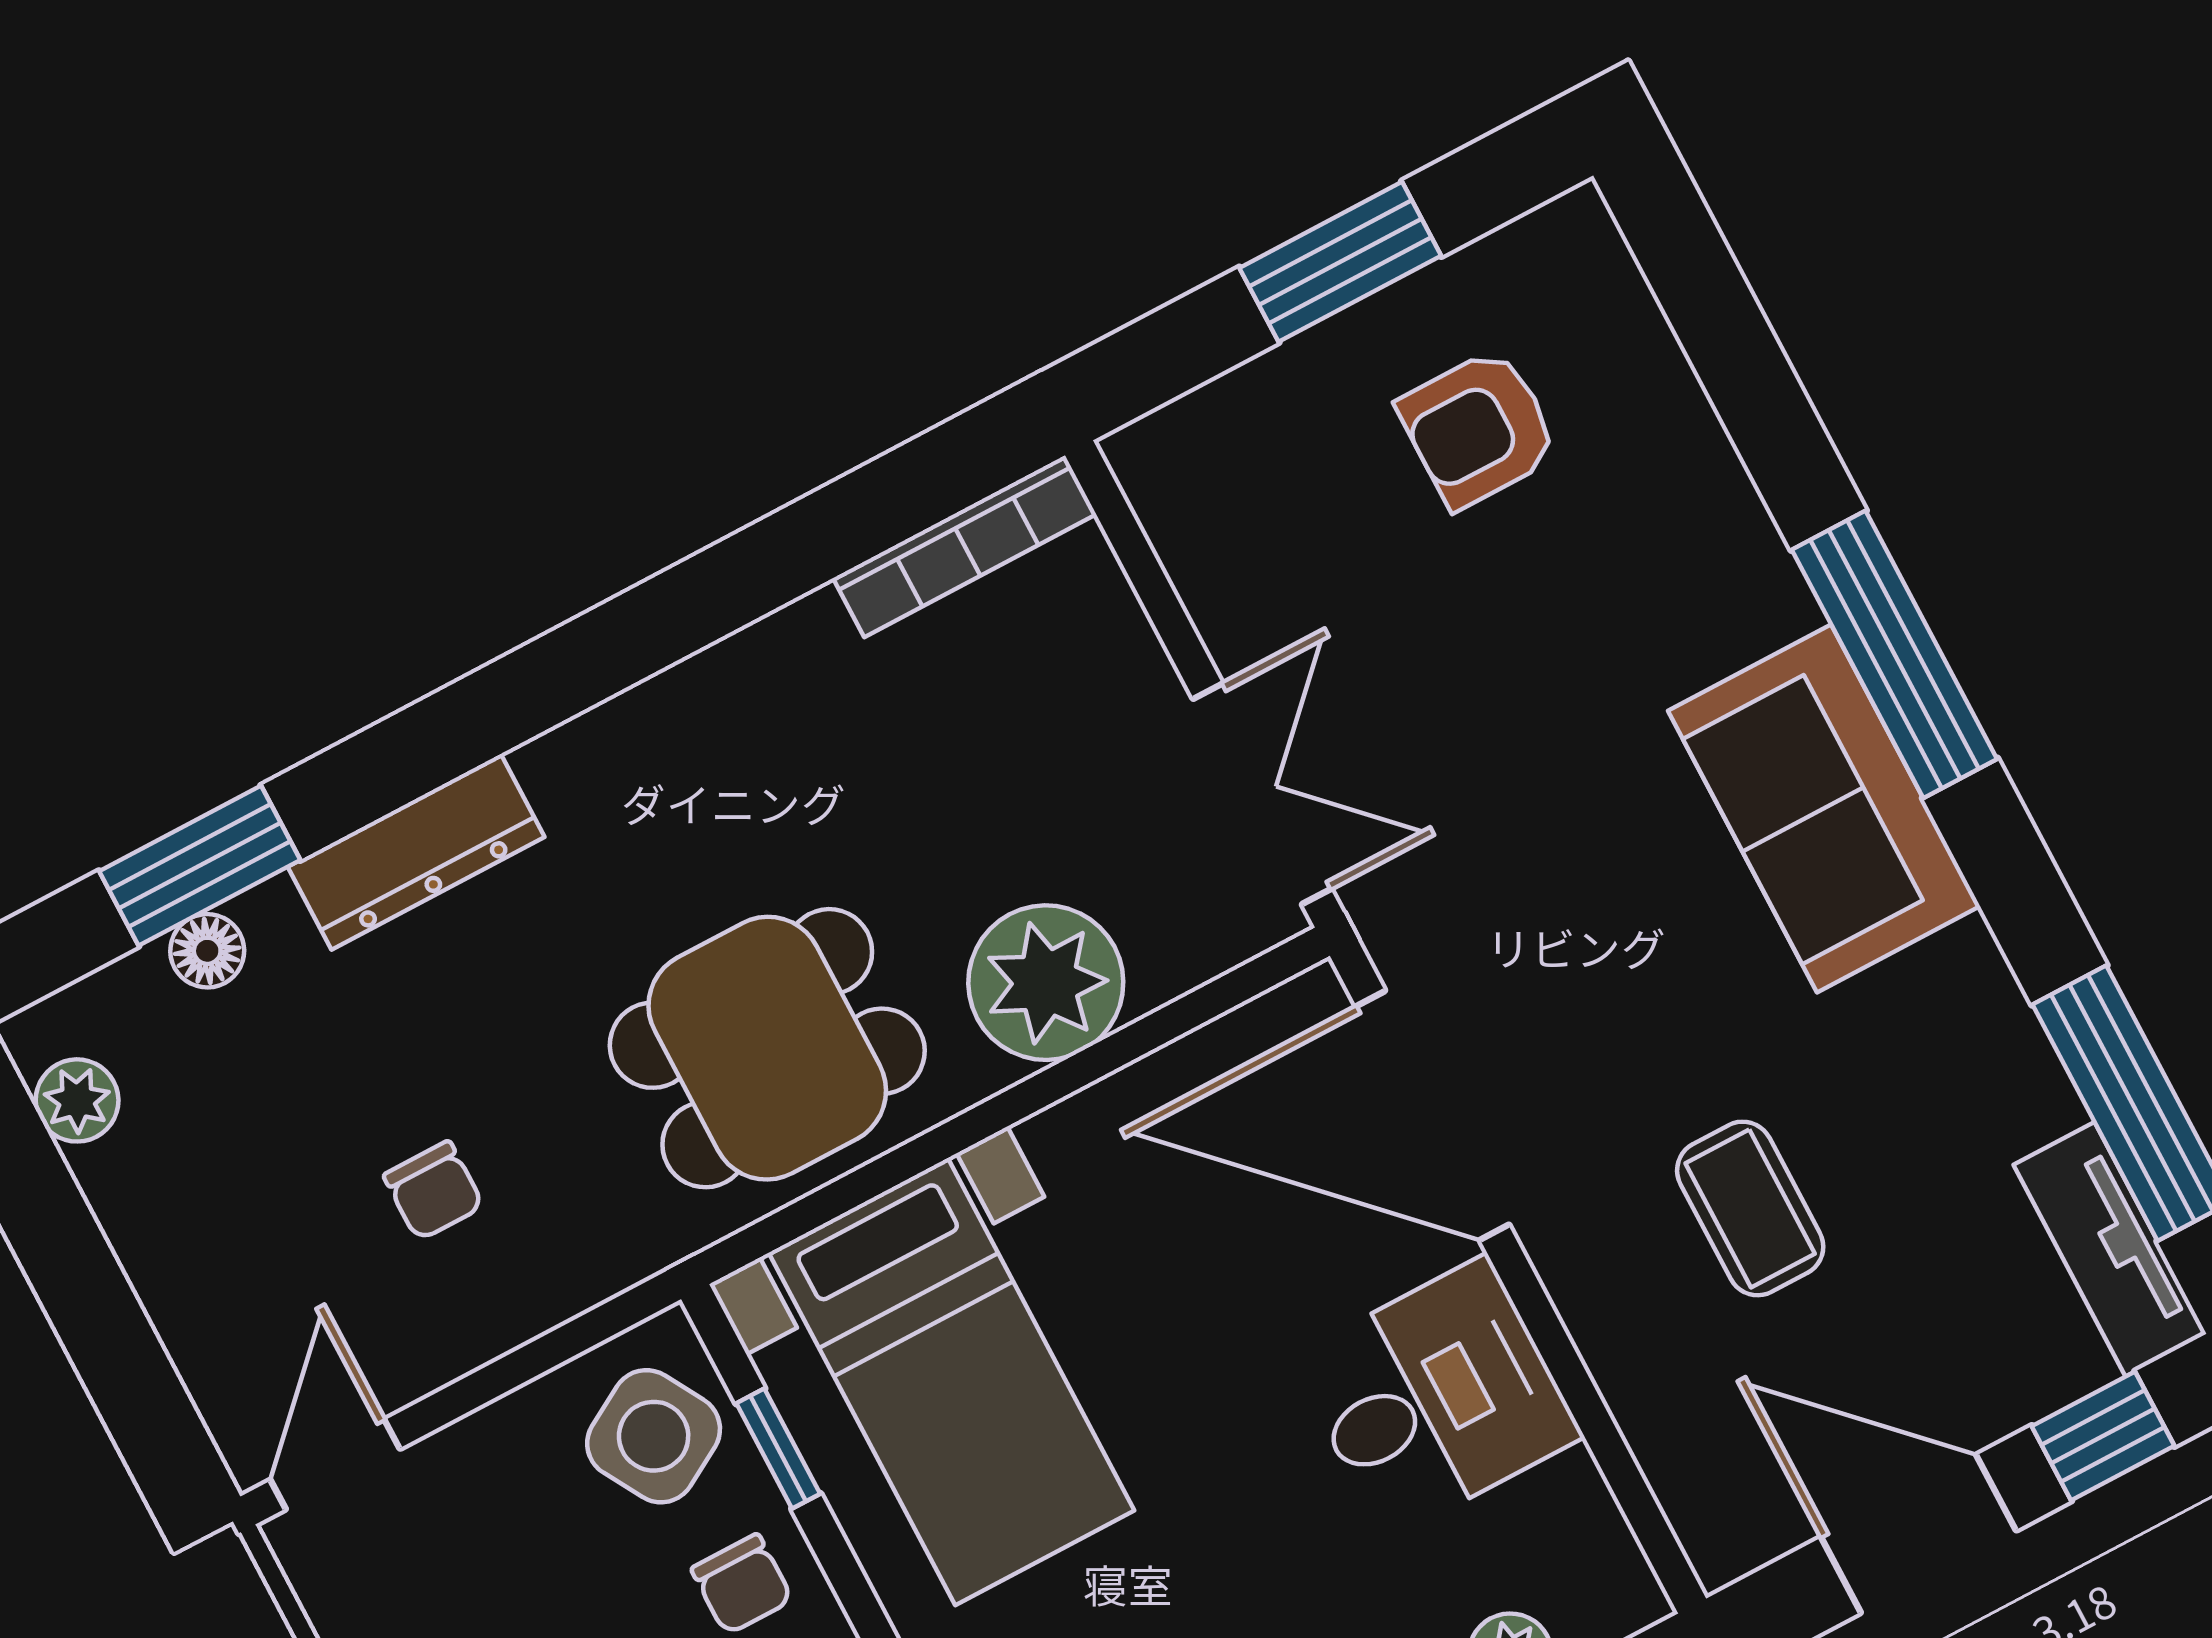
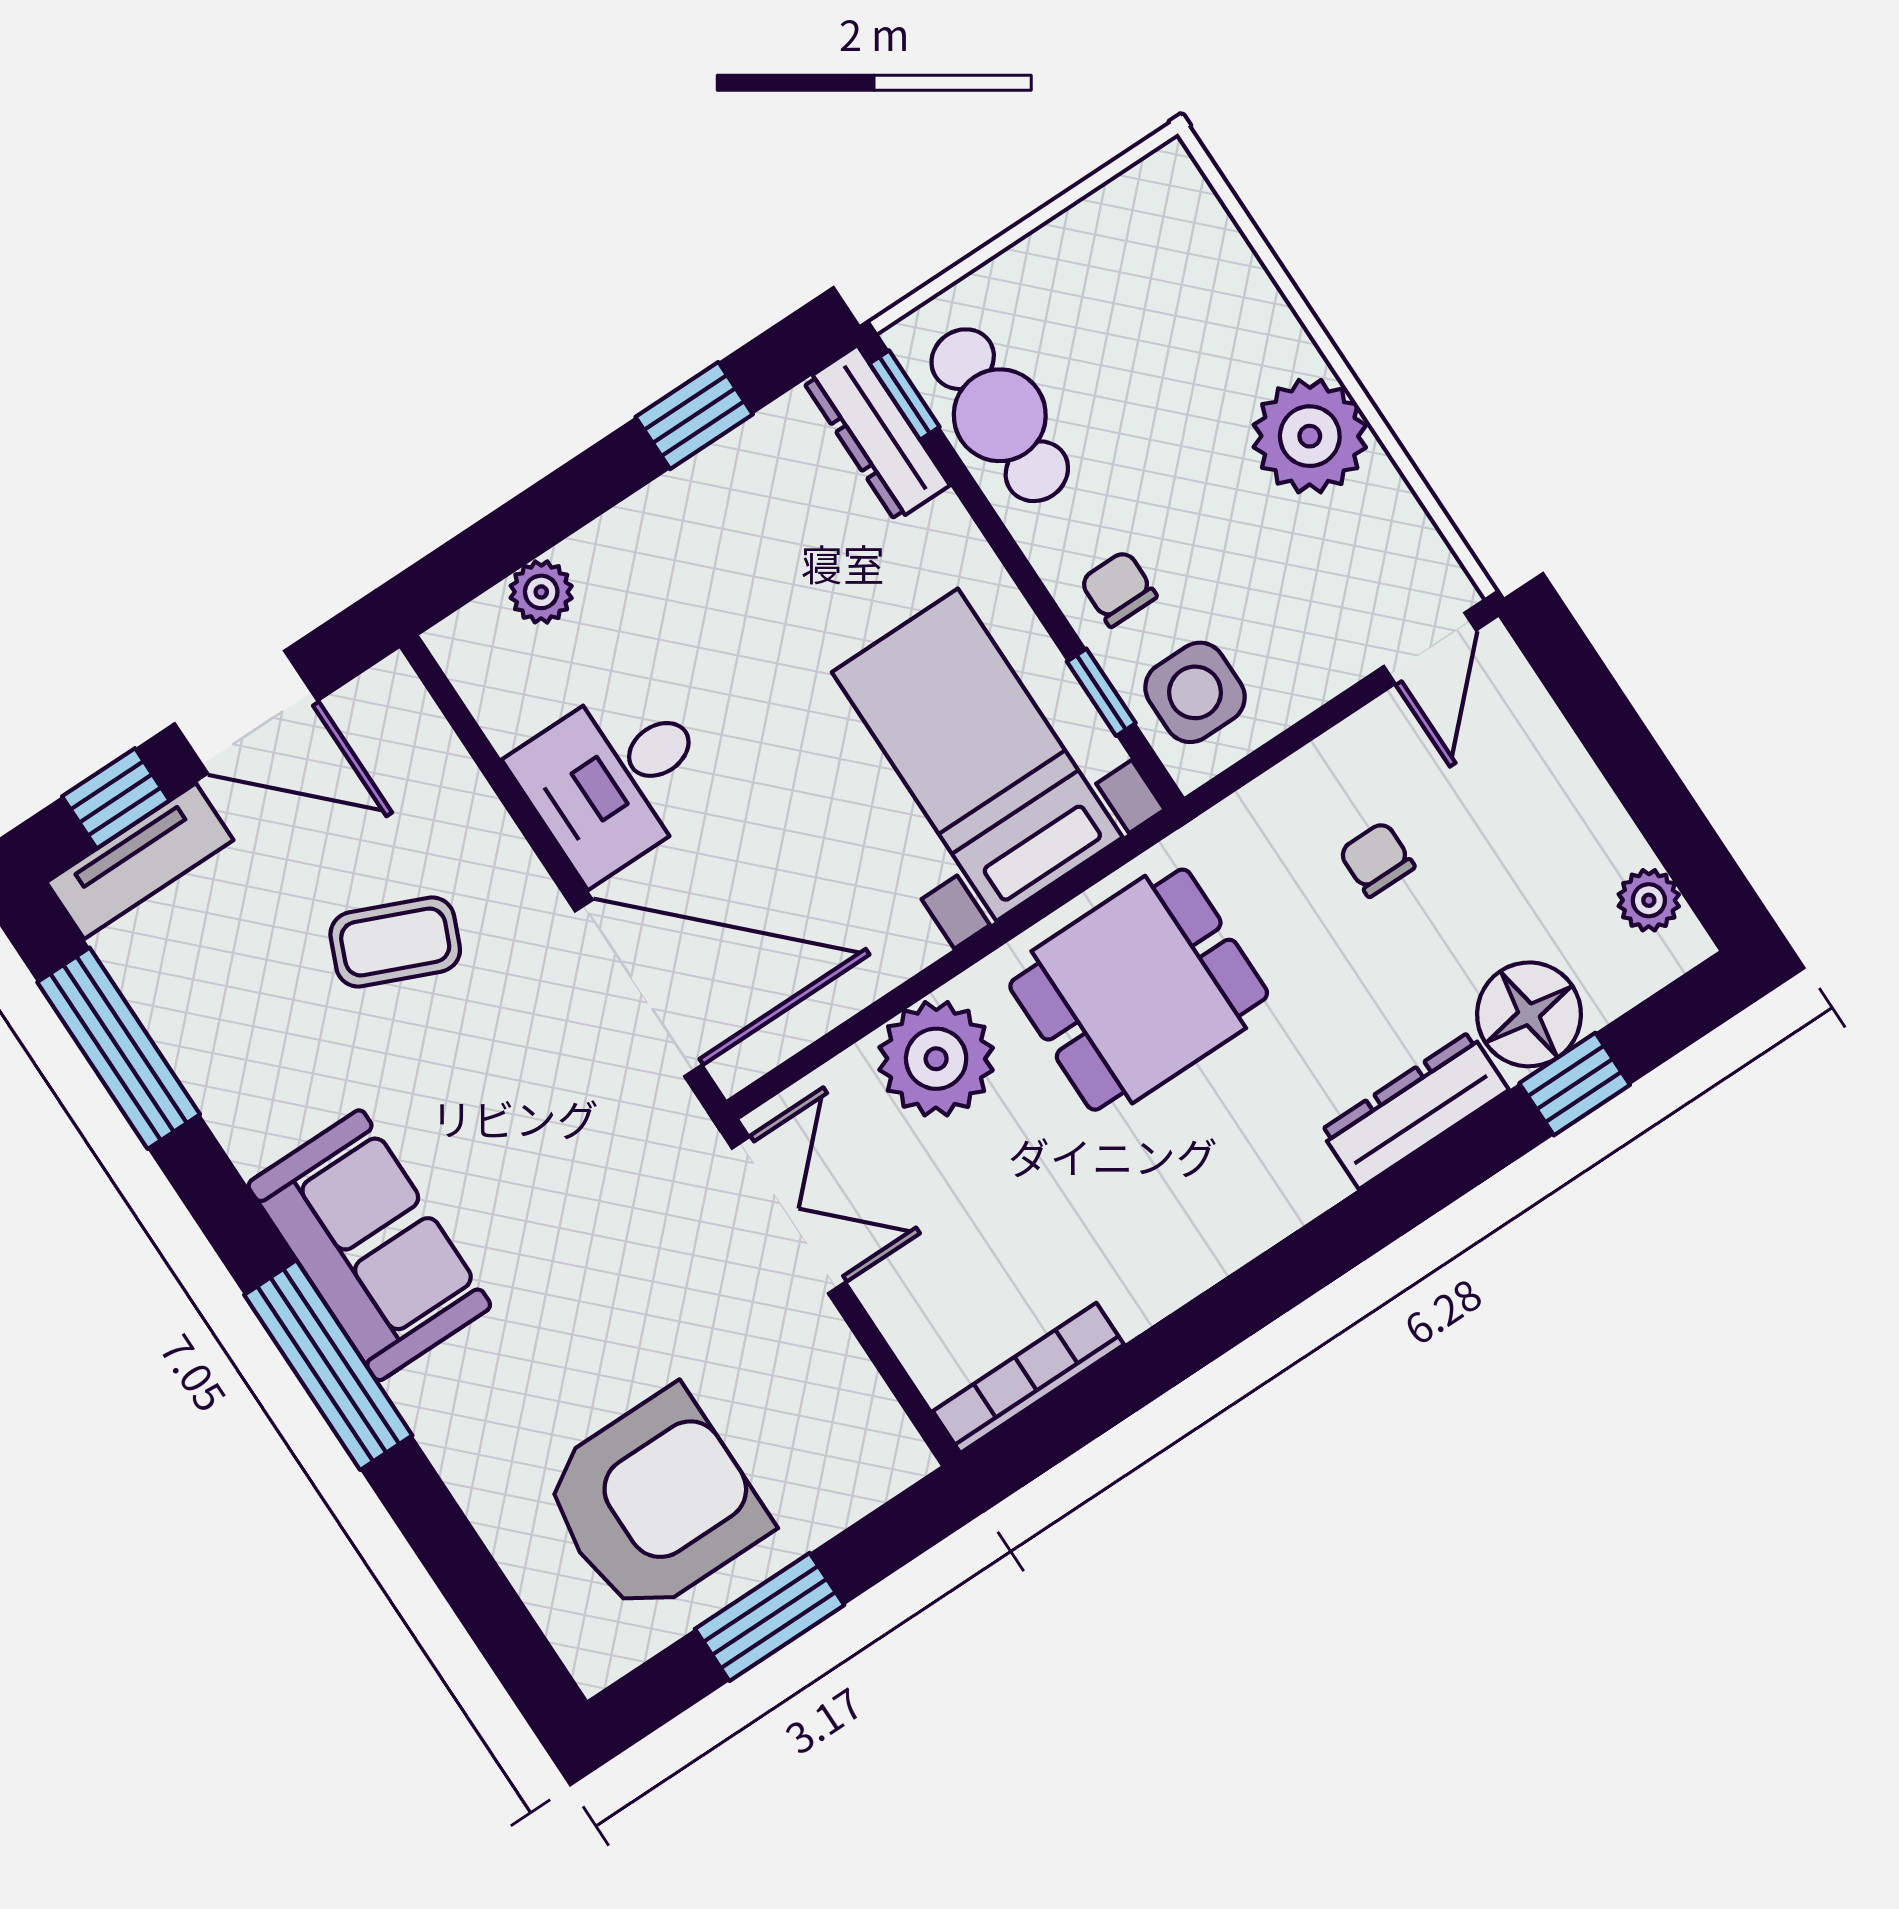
armchair: (1478, 428) -> (654, 1503), width x1.88, depth x1.88
double door: (1262, 794) -> (789, 1215), swing flipped
window: (200, 866) -> (1575, 1084), width x0.67
floor lamp: (207, 951) -> (1529, 1014), width x1.89, depth x1.89
coffee table: (1750, 1208) -> (395, 942), turned -67
tv unit: (2110, 1249) -> (140, 861), moved, turned 90
side table: (654, 1436) -> (1195, 692), turned 30

